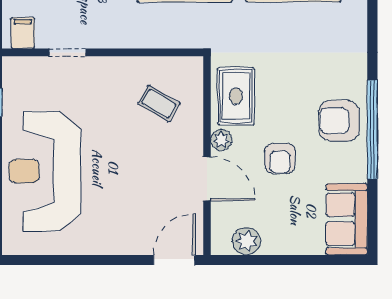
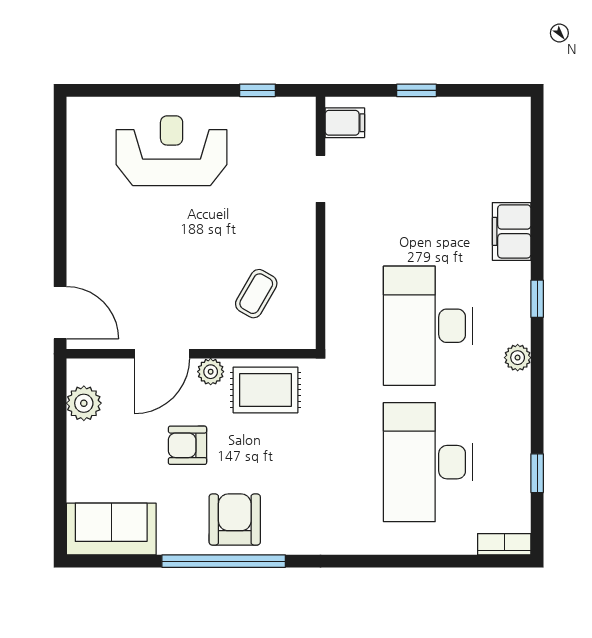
reception desk: (45, 171) -> (172, 151), width x0.74, depth x0.77

